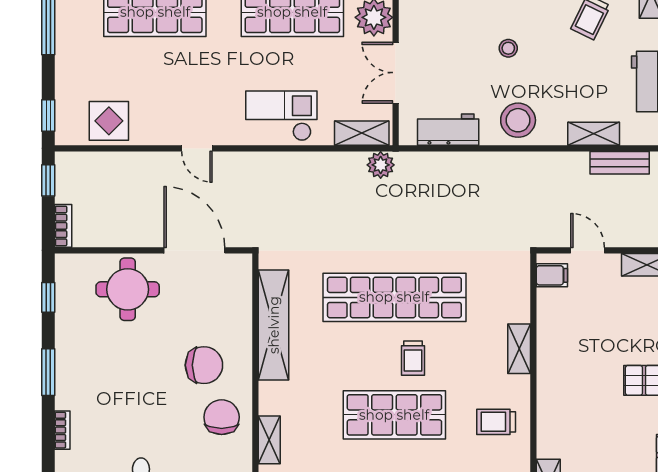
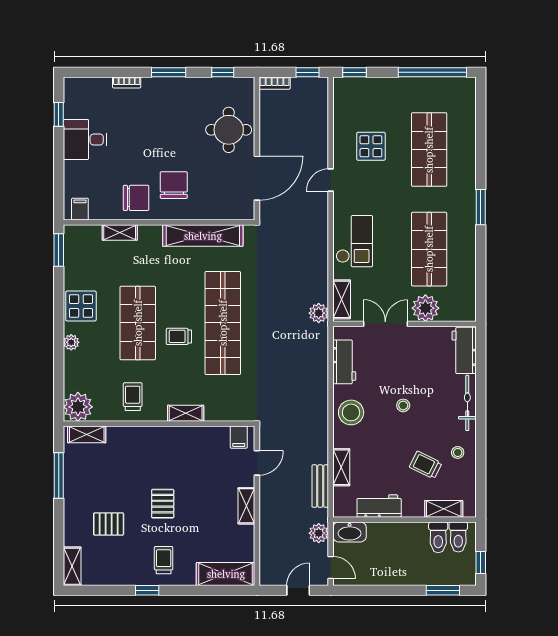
display table: (109, 121) -> (371, 146), moved
chair: (204, 365) -> (174, 185), turned 180

